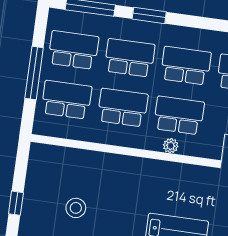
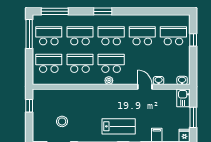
window: (149, 15) -> (103, 11), moved
window: (34, 73) -> (29, 34), moved
window: (16, 203) -> (29, 106), moved

